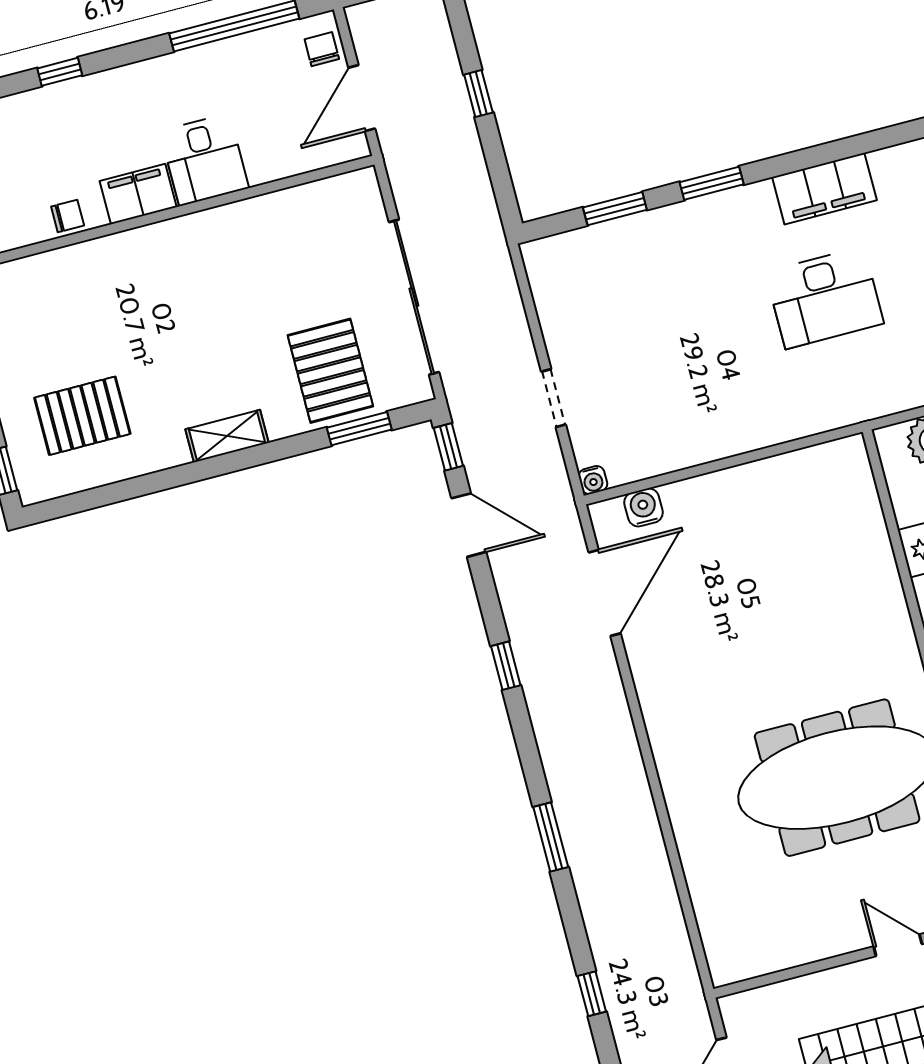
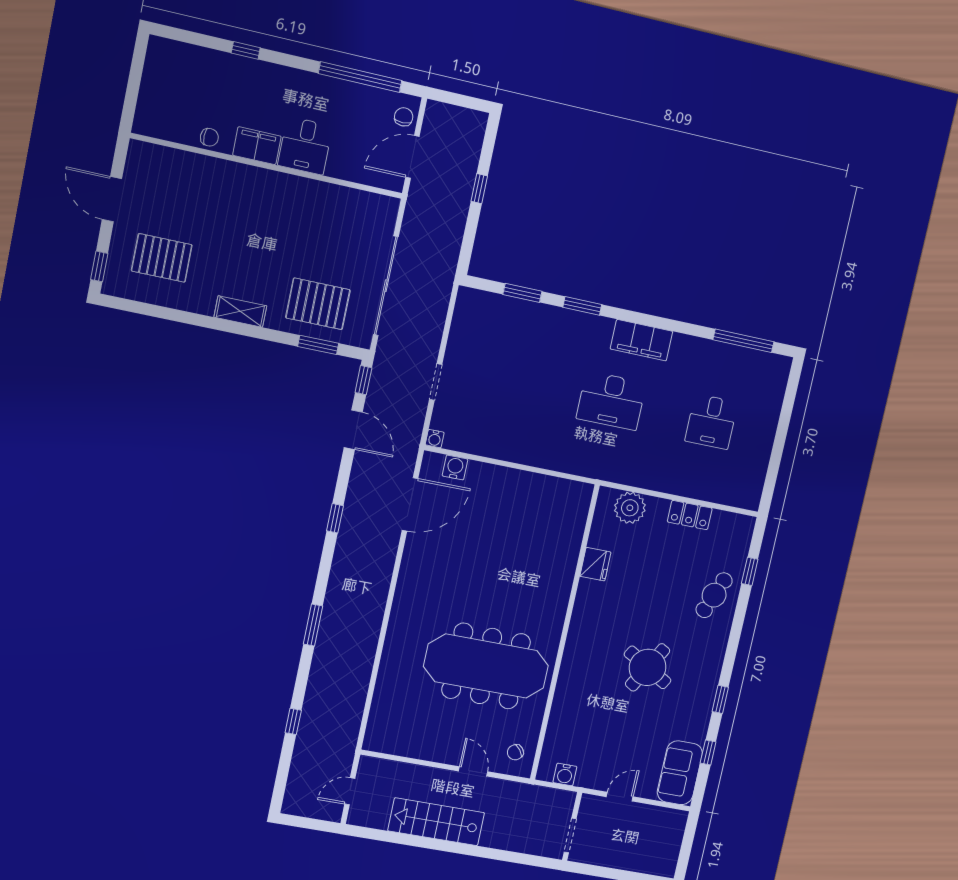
pallet: (330, 371) -> (318, 304), turned 90

